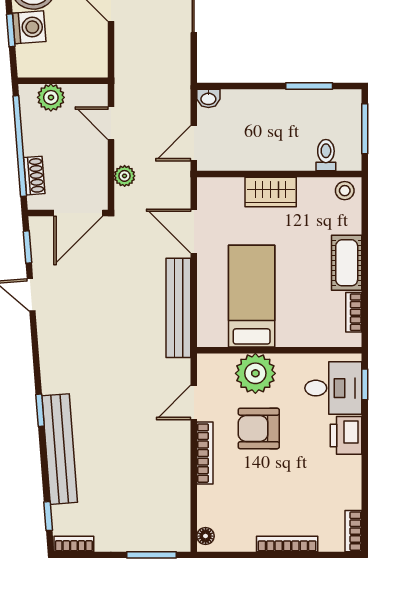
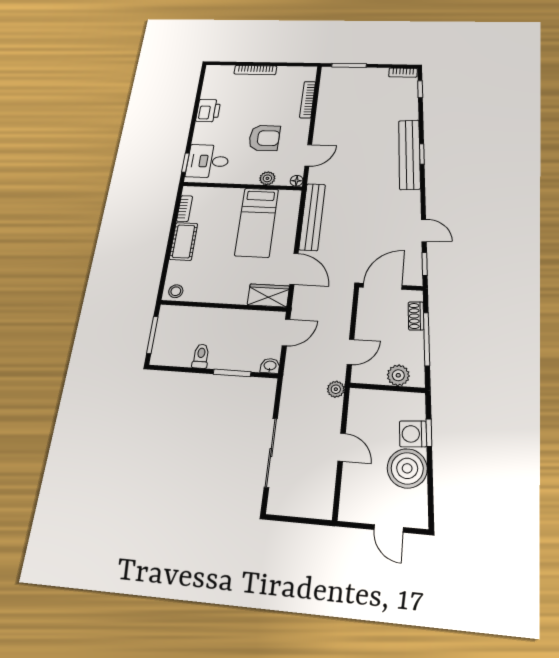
window: (309, 86) -> (232, 373), moved
door: (111, 123) -> (351, 352), hinge flipped
window: (20, 146) -> (427, 339), width x0.68
toilet: (326, 155) -> (201, 356), moved, turned 180
plant: (125, 176) -> (336, 389), moved
wardrobe: (271, 192) -> (268, 295), moved
plant: (255, 373) -> (267, 178), width x0.53, depth x0.53
printer: (346, 435) -> (208, 111), moved
bench: (60, 449) -> (409, 154), moved
bookcase: (205, 453) -> (308, 100), moved
bookcase: (353, 531) -> (210, 76), removed
floor lamp: (206, 536) -> (297, 181), moved

